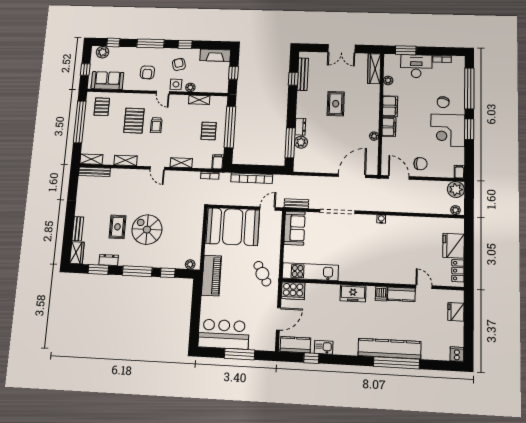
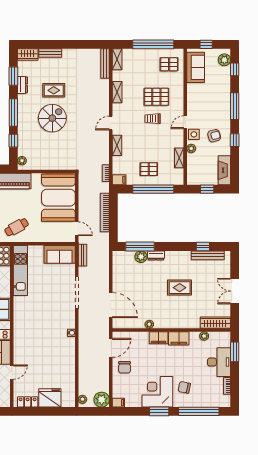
armchair: (147, 72) -> (205, 106), removed

